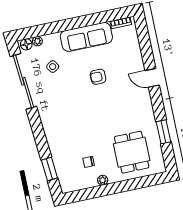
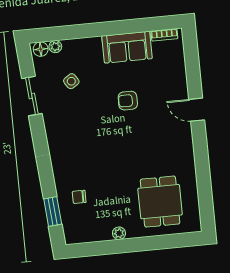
sofa: (86, 37) -> (127, 47), width x0.73
sliding door: (23, 81) -> (32, 96), width x0.54
window: (163, 132) -> (204, 180), removed
chair: (89, 162) -> (79, 197), moved

